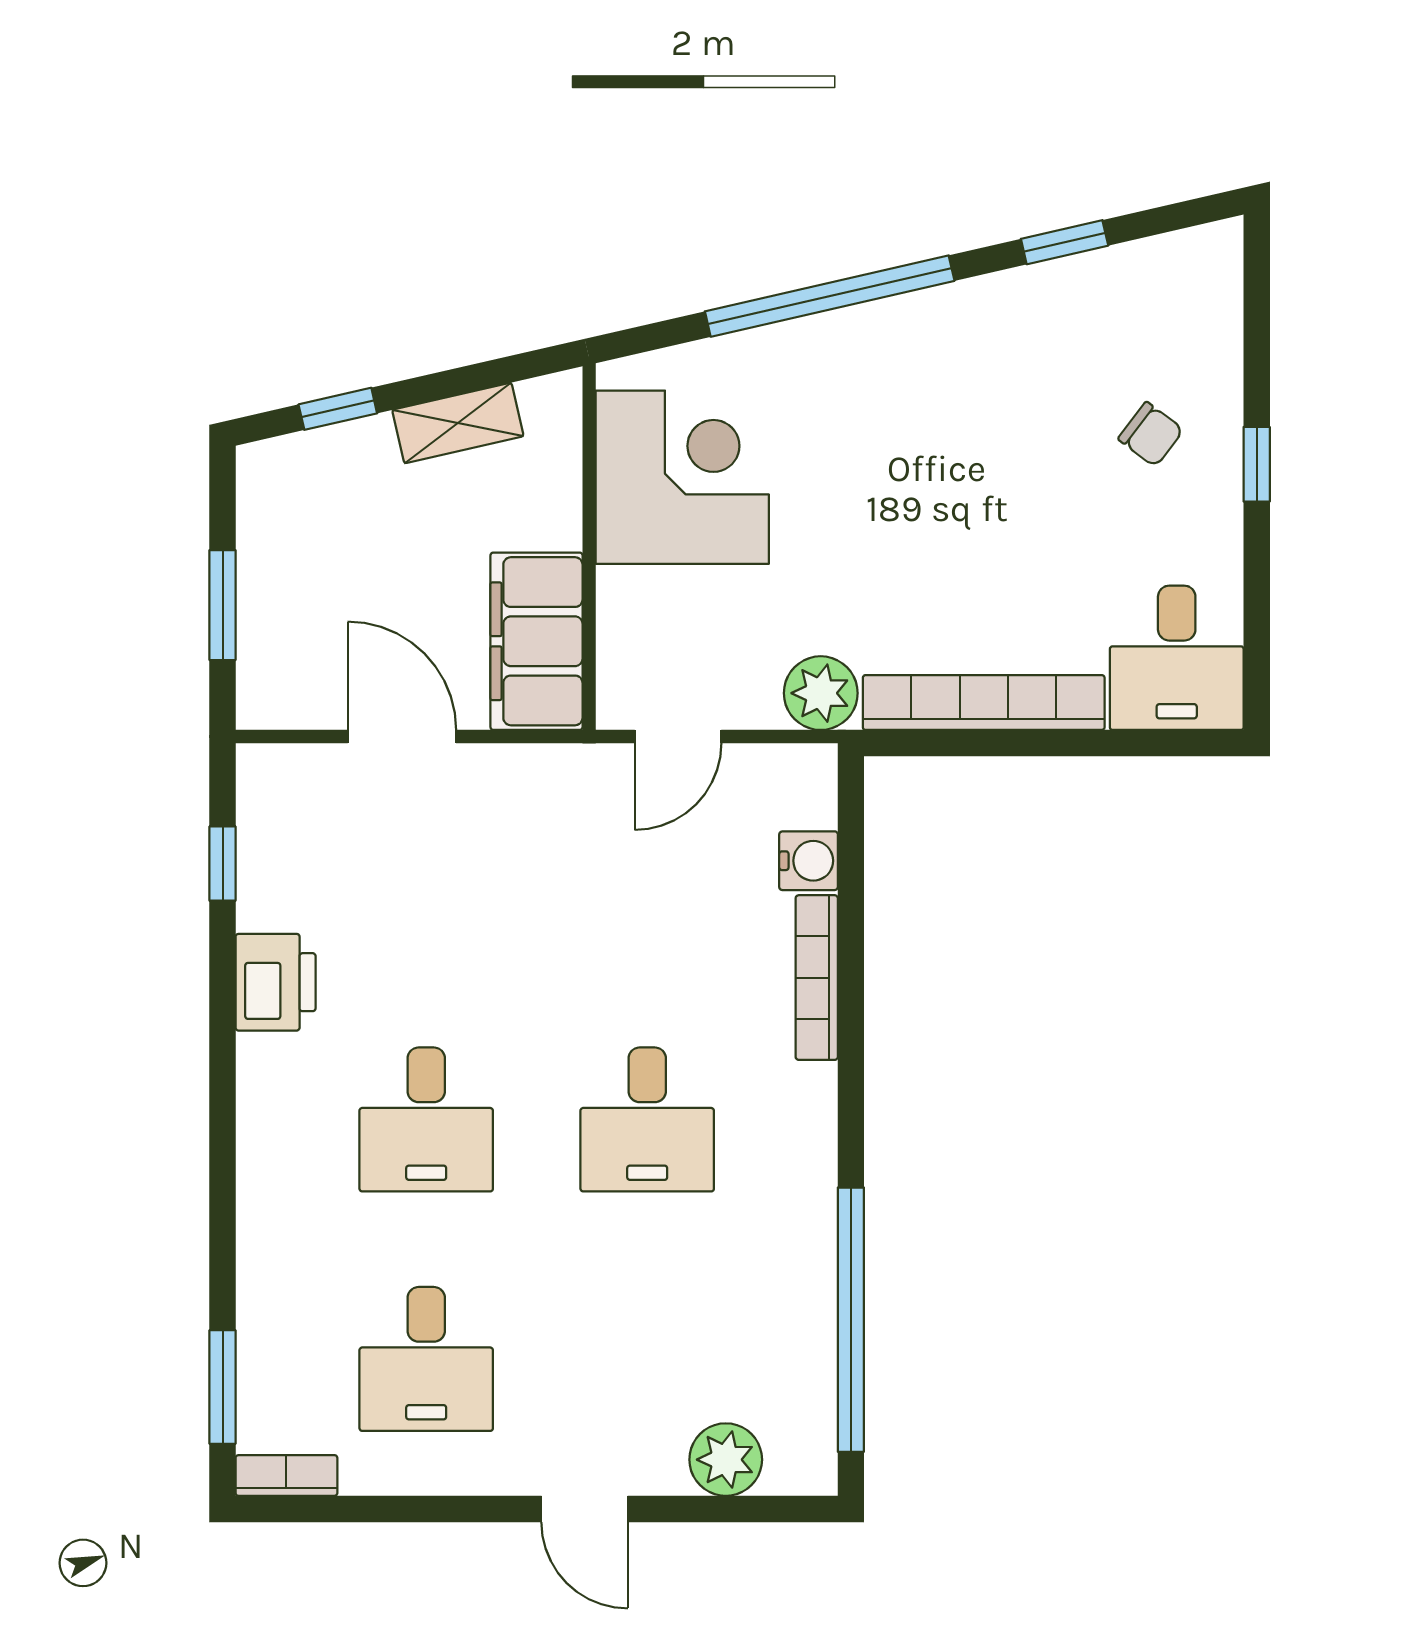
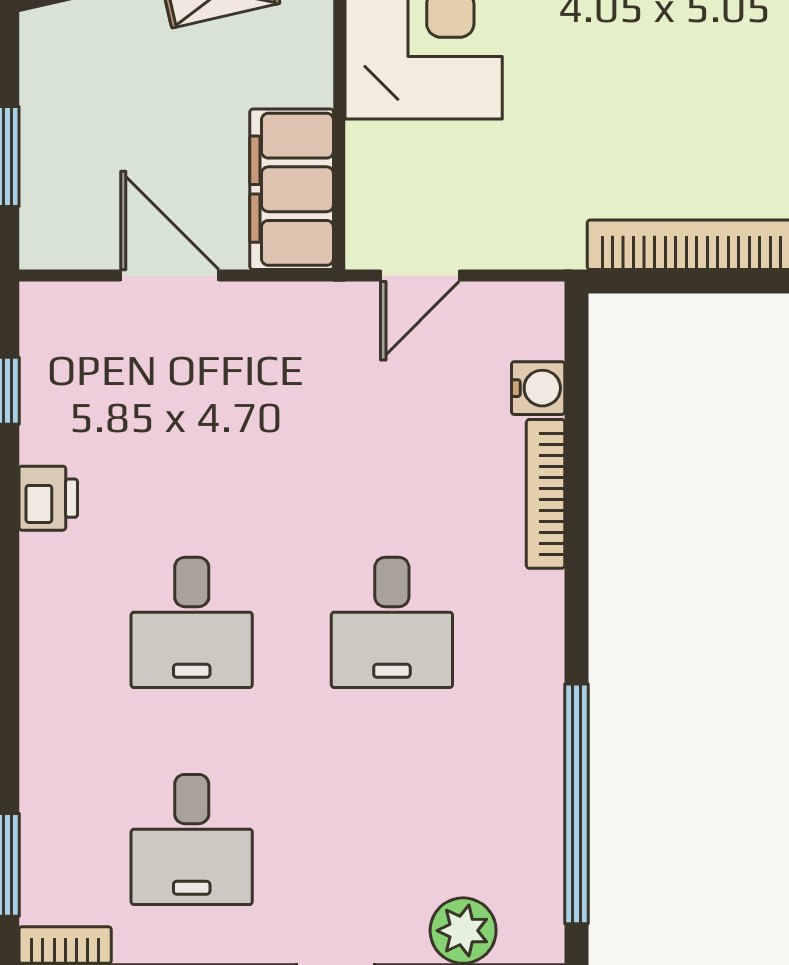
plant: (821, 693) -> (549, 236), removed
printer: (276, 982) -> (48, 498), width x0.73, depth x0.81

